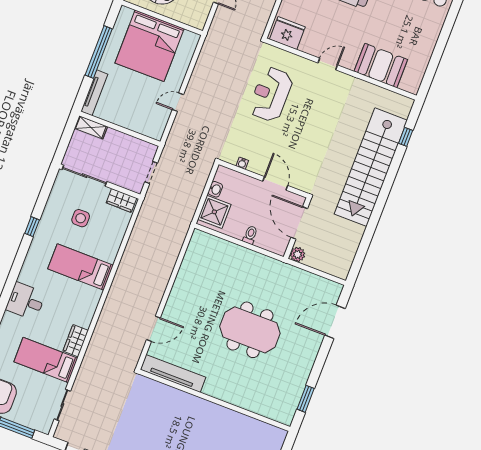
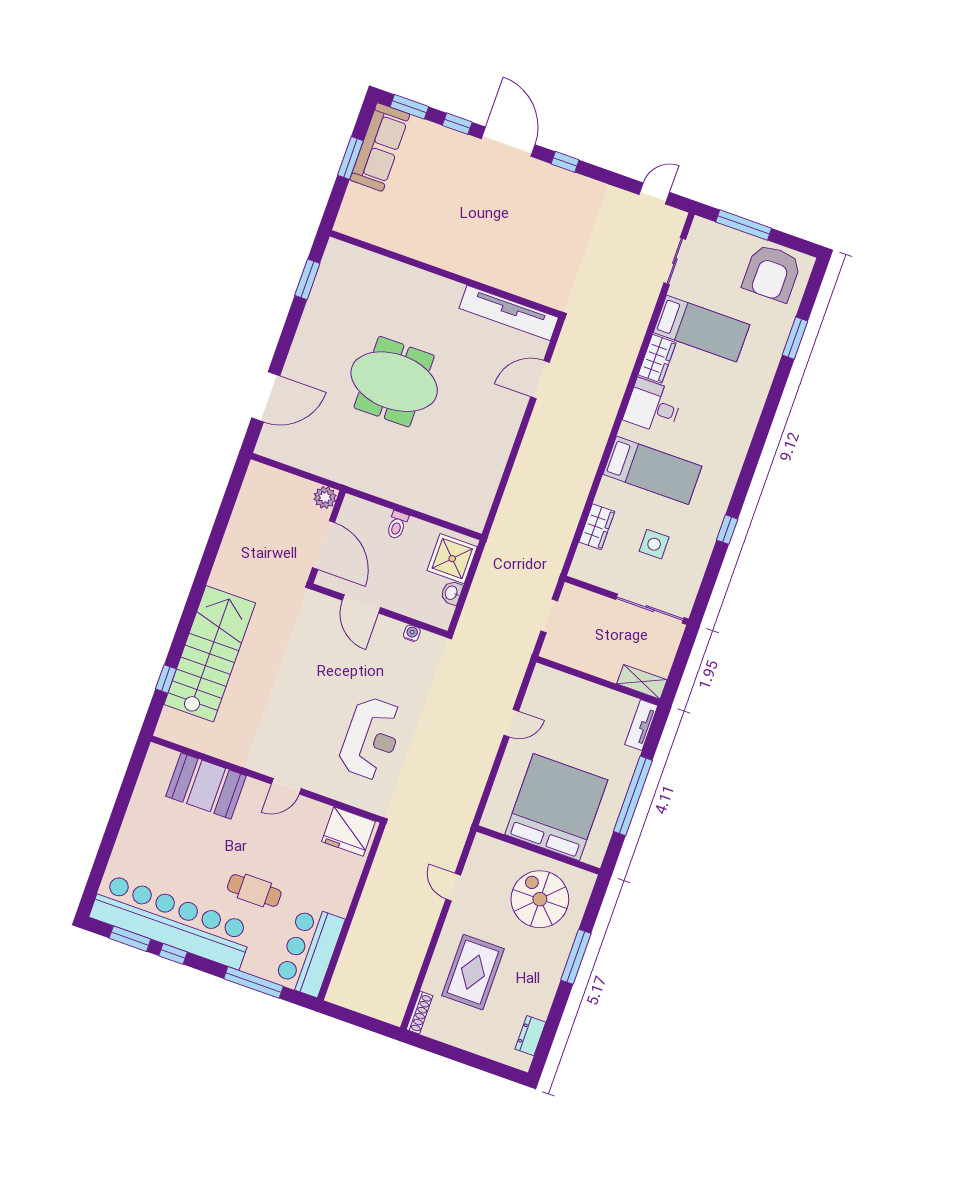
tv unit: (94, 93) -> (641, 725), width x0.71
stairs: (371, 167) -> (210, 654), width x0.73
wardrobe: (121, 200) -> (597, 527), moved, turned 90
desk: (26, 301) -> (653, 406), moved, turned 180

